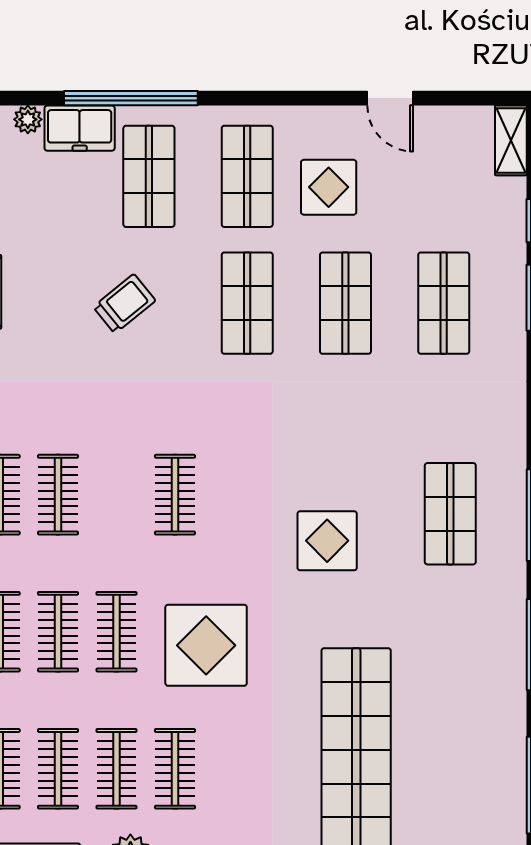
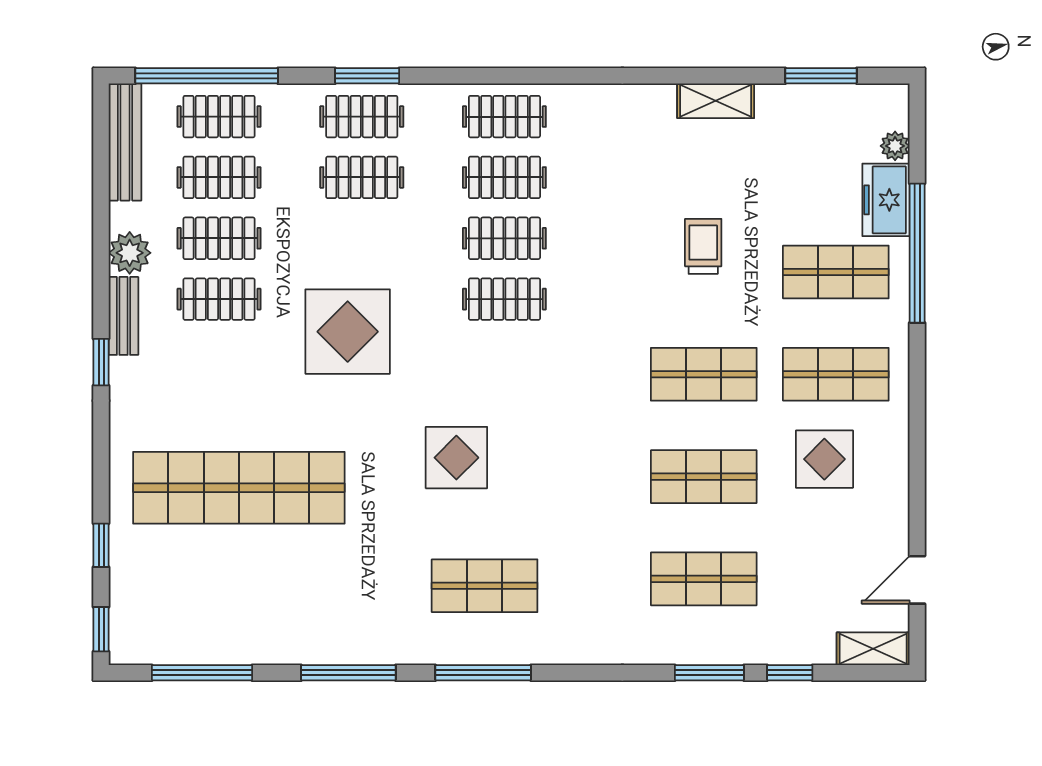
door: (390, 98) -> (917, 580), moved
trolley: (124, 304) -> (703, 246), turned -141
clothes rail: (116, 632) -> (504, 238), moved

